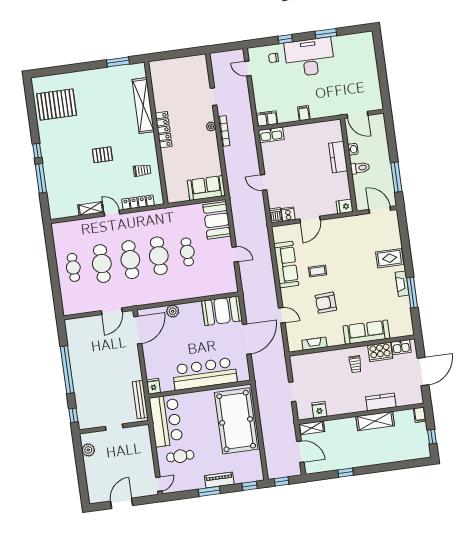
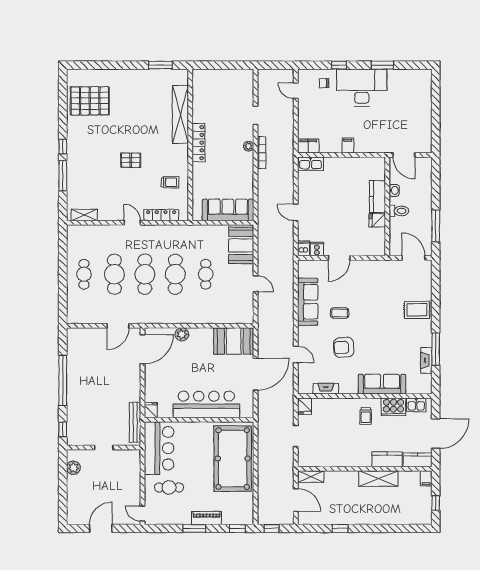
sofa: (206, 188) -> (228, 210), width x1.36
fridge: (345, 206) -> (377, 220), moved
shelving: (91, 209) -> (84, 215), moved
fireplace: (402, 284) -> (426, 360), moved
kitchen counter: (409, 398) -> (418, 460), added
fridge: (319, 410) -> (304, 406), moved, turned 180
door: (159, 484) -> (142, 514), swing flipped

